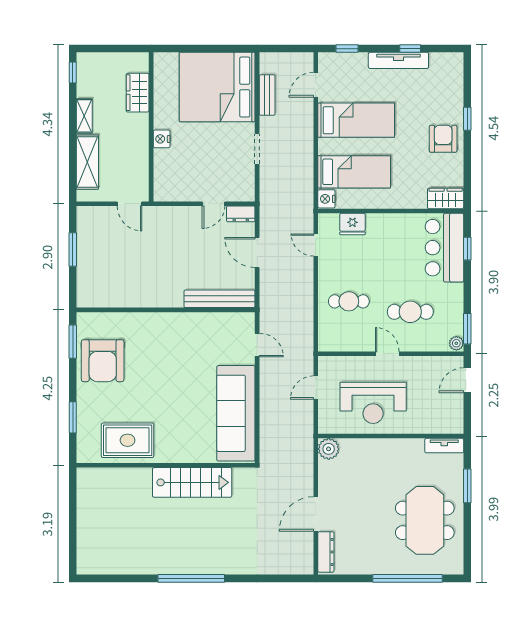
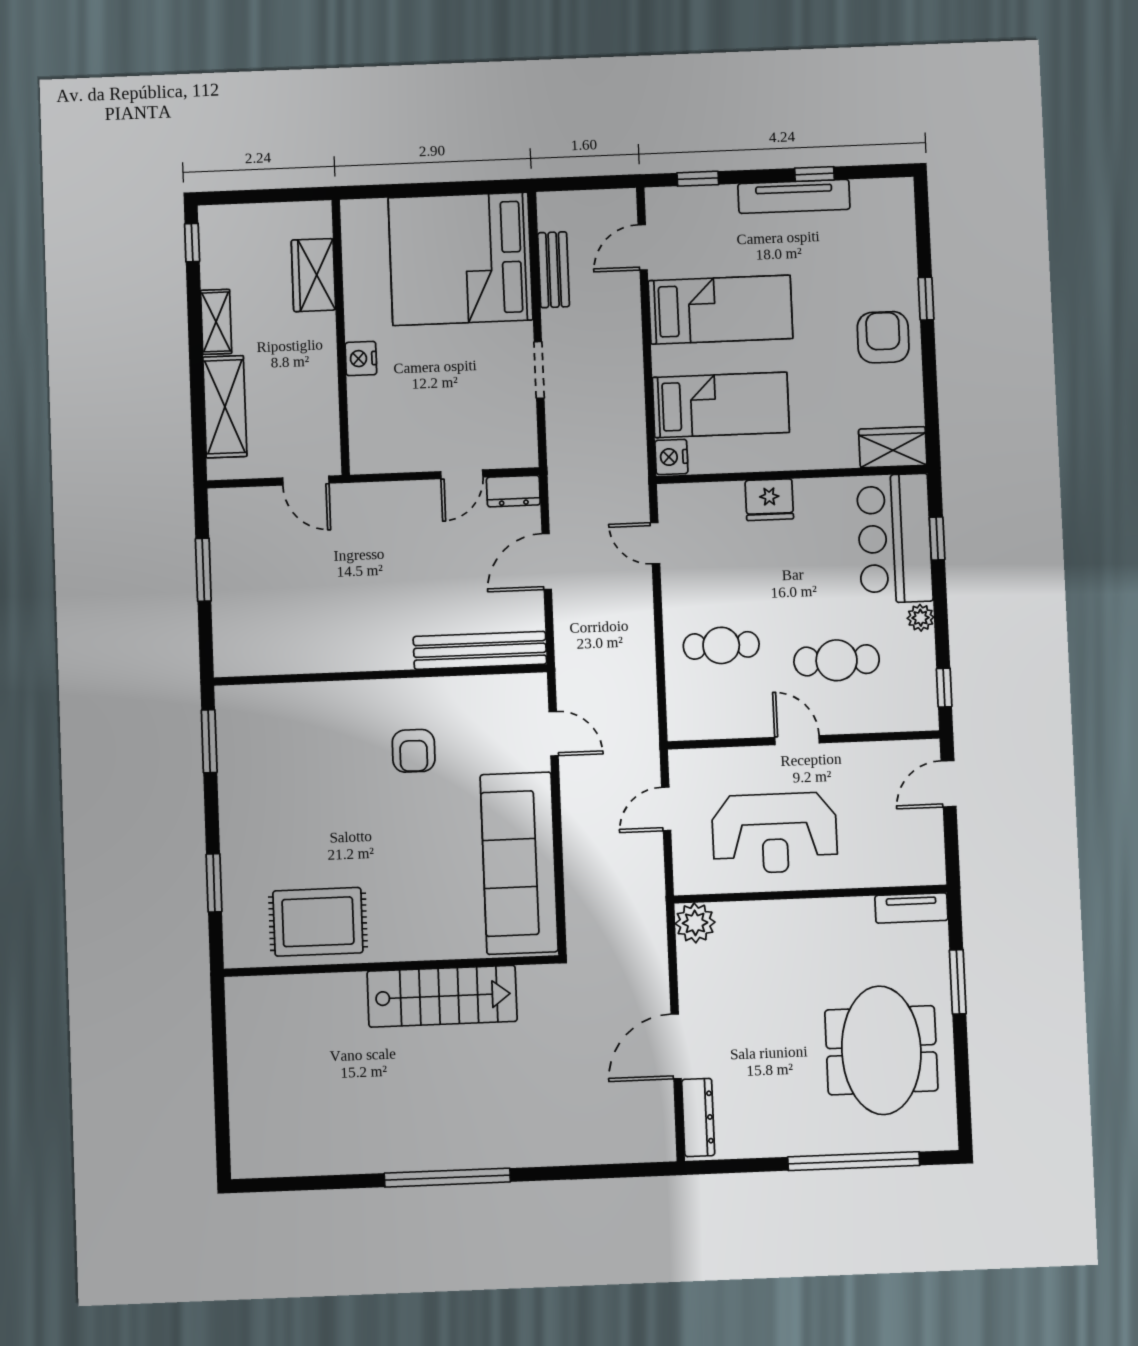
fridge: (352, 224) -> (769, 500), moved
door: (257, 253) -> (547, 561), hinge flipped
window: (467, 329) -> (944, 688), width x0.67
plant: (456, 343) -> (921, 618), moved
armchair: (103, 361) -> (414, 751), moved, width x0.53, depth x0.53

